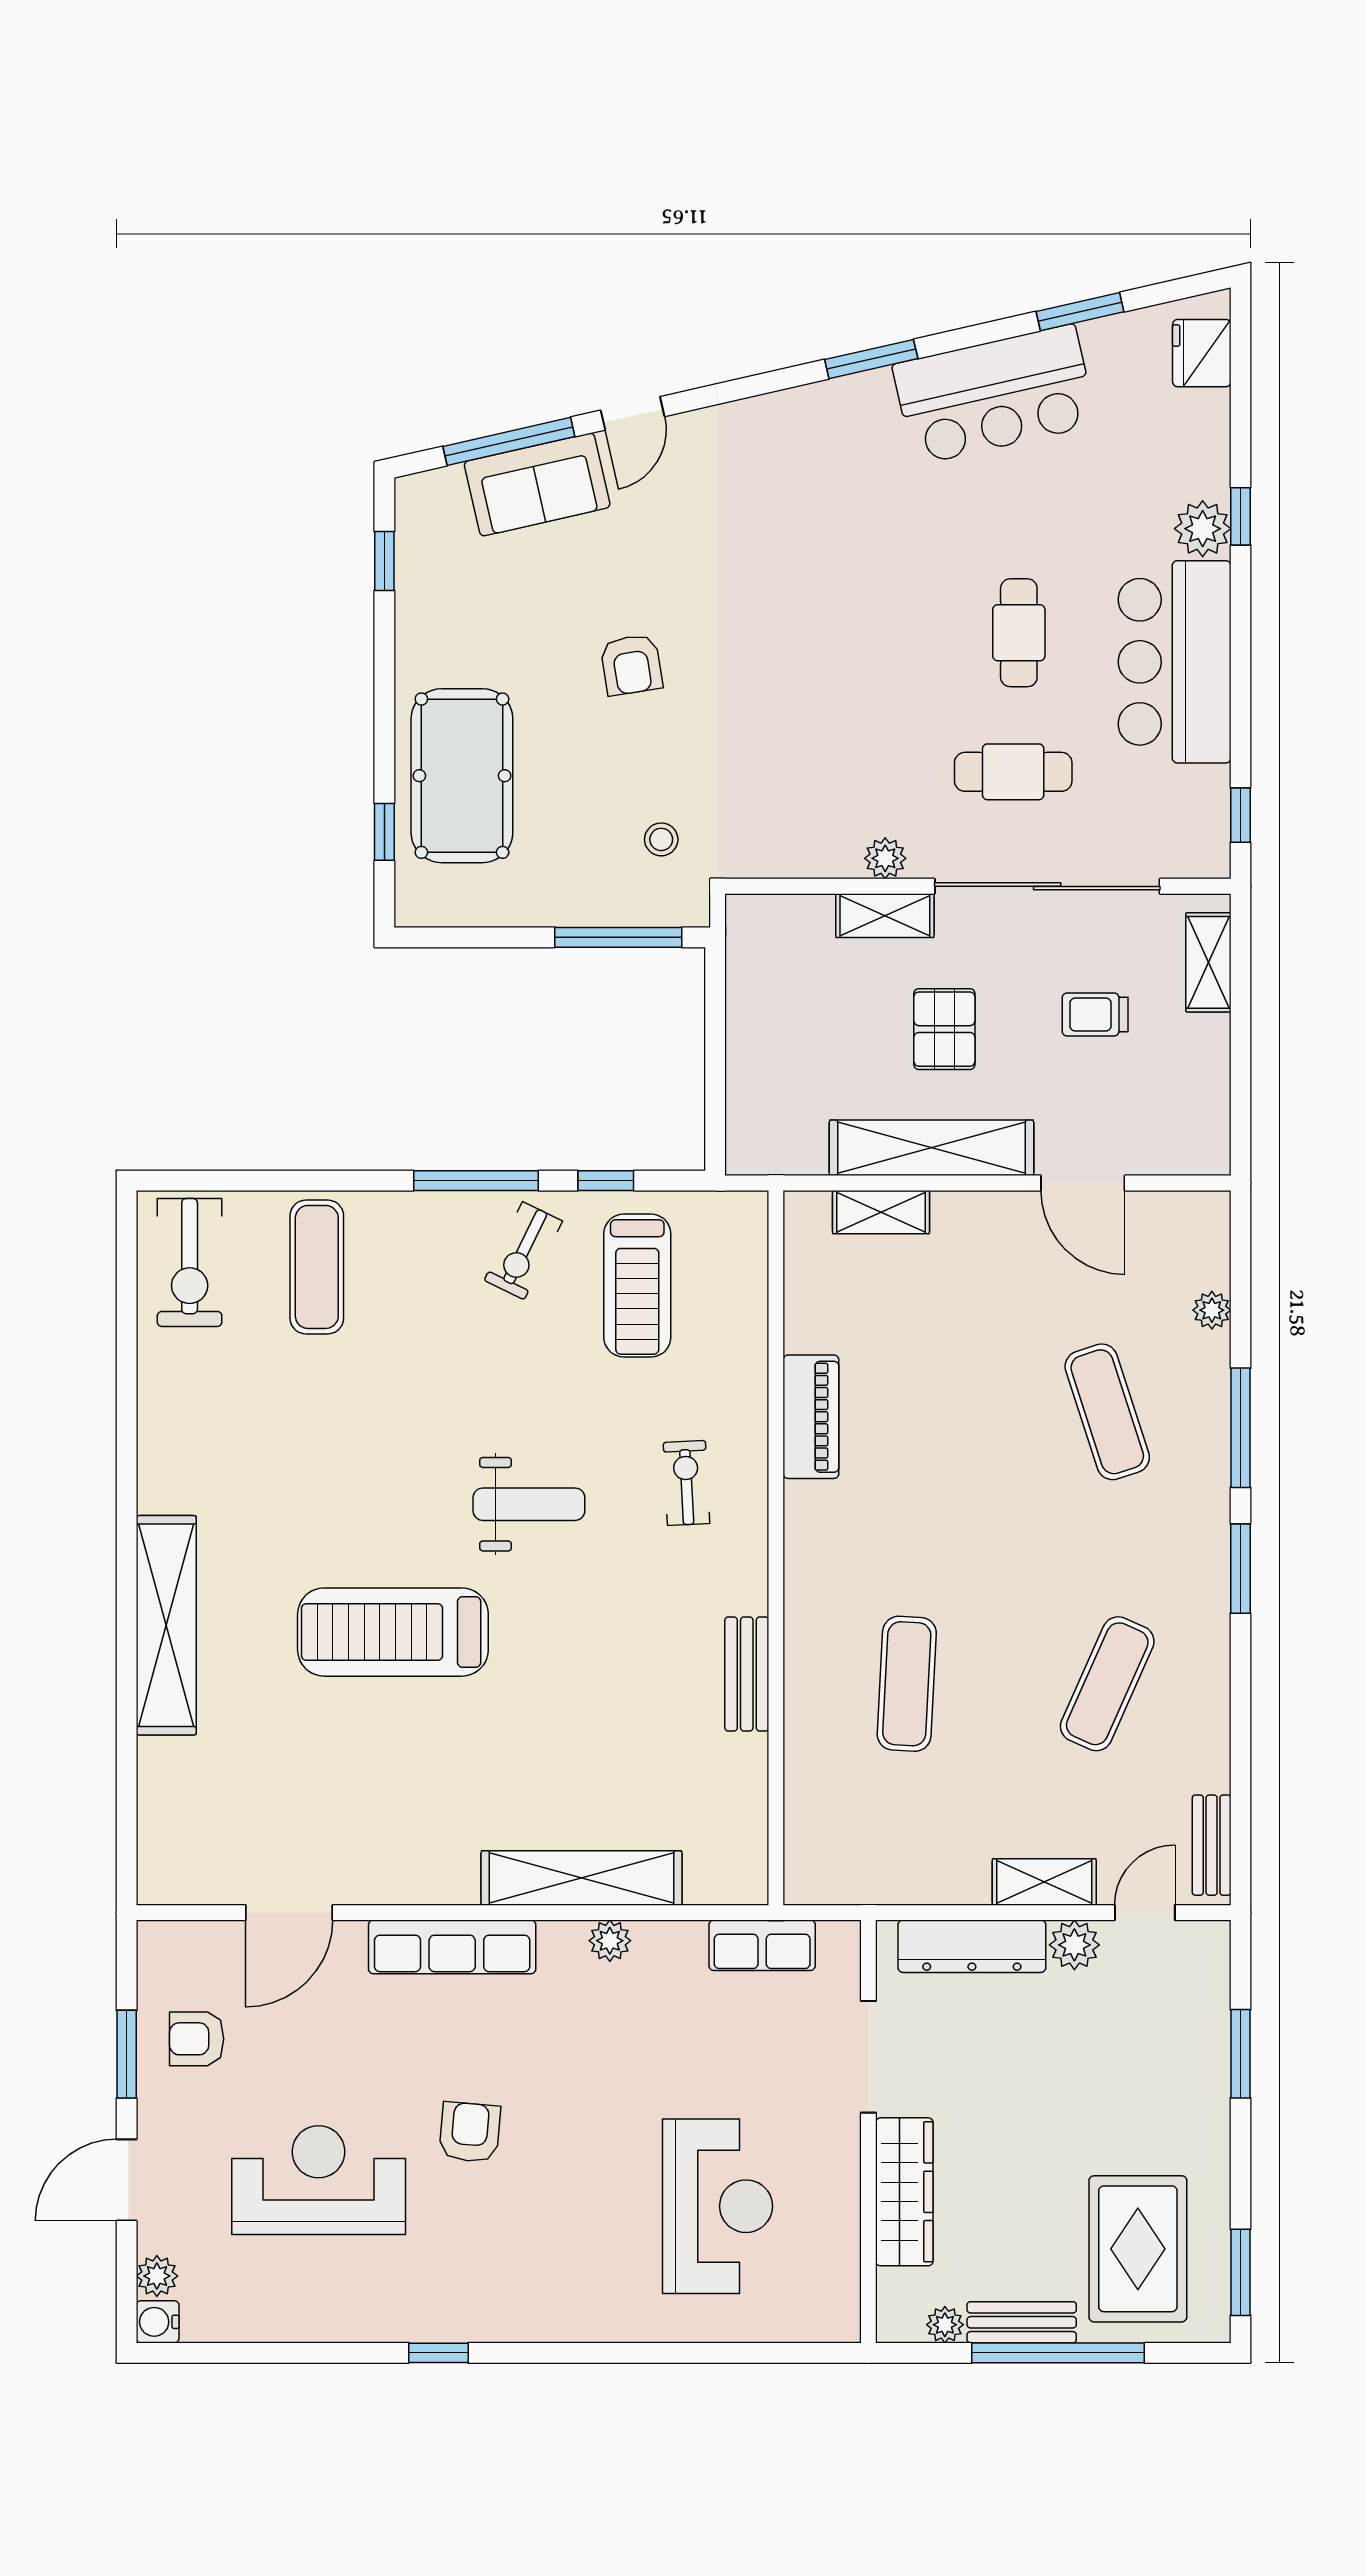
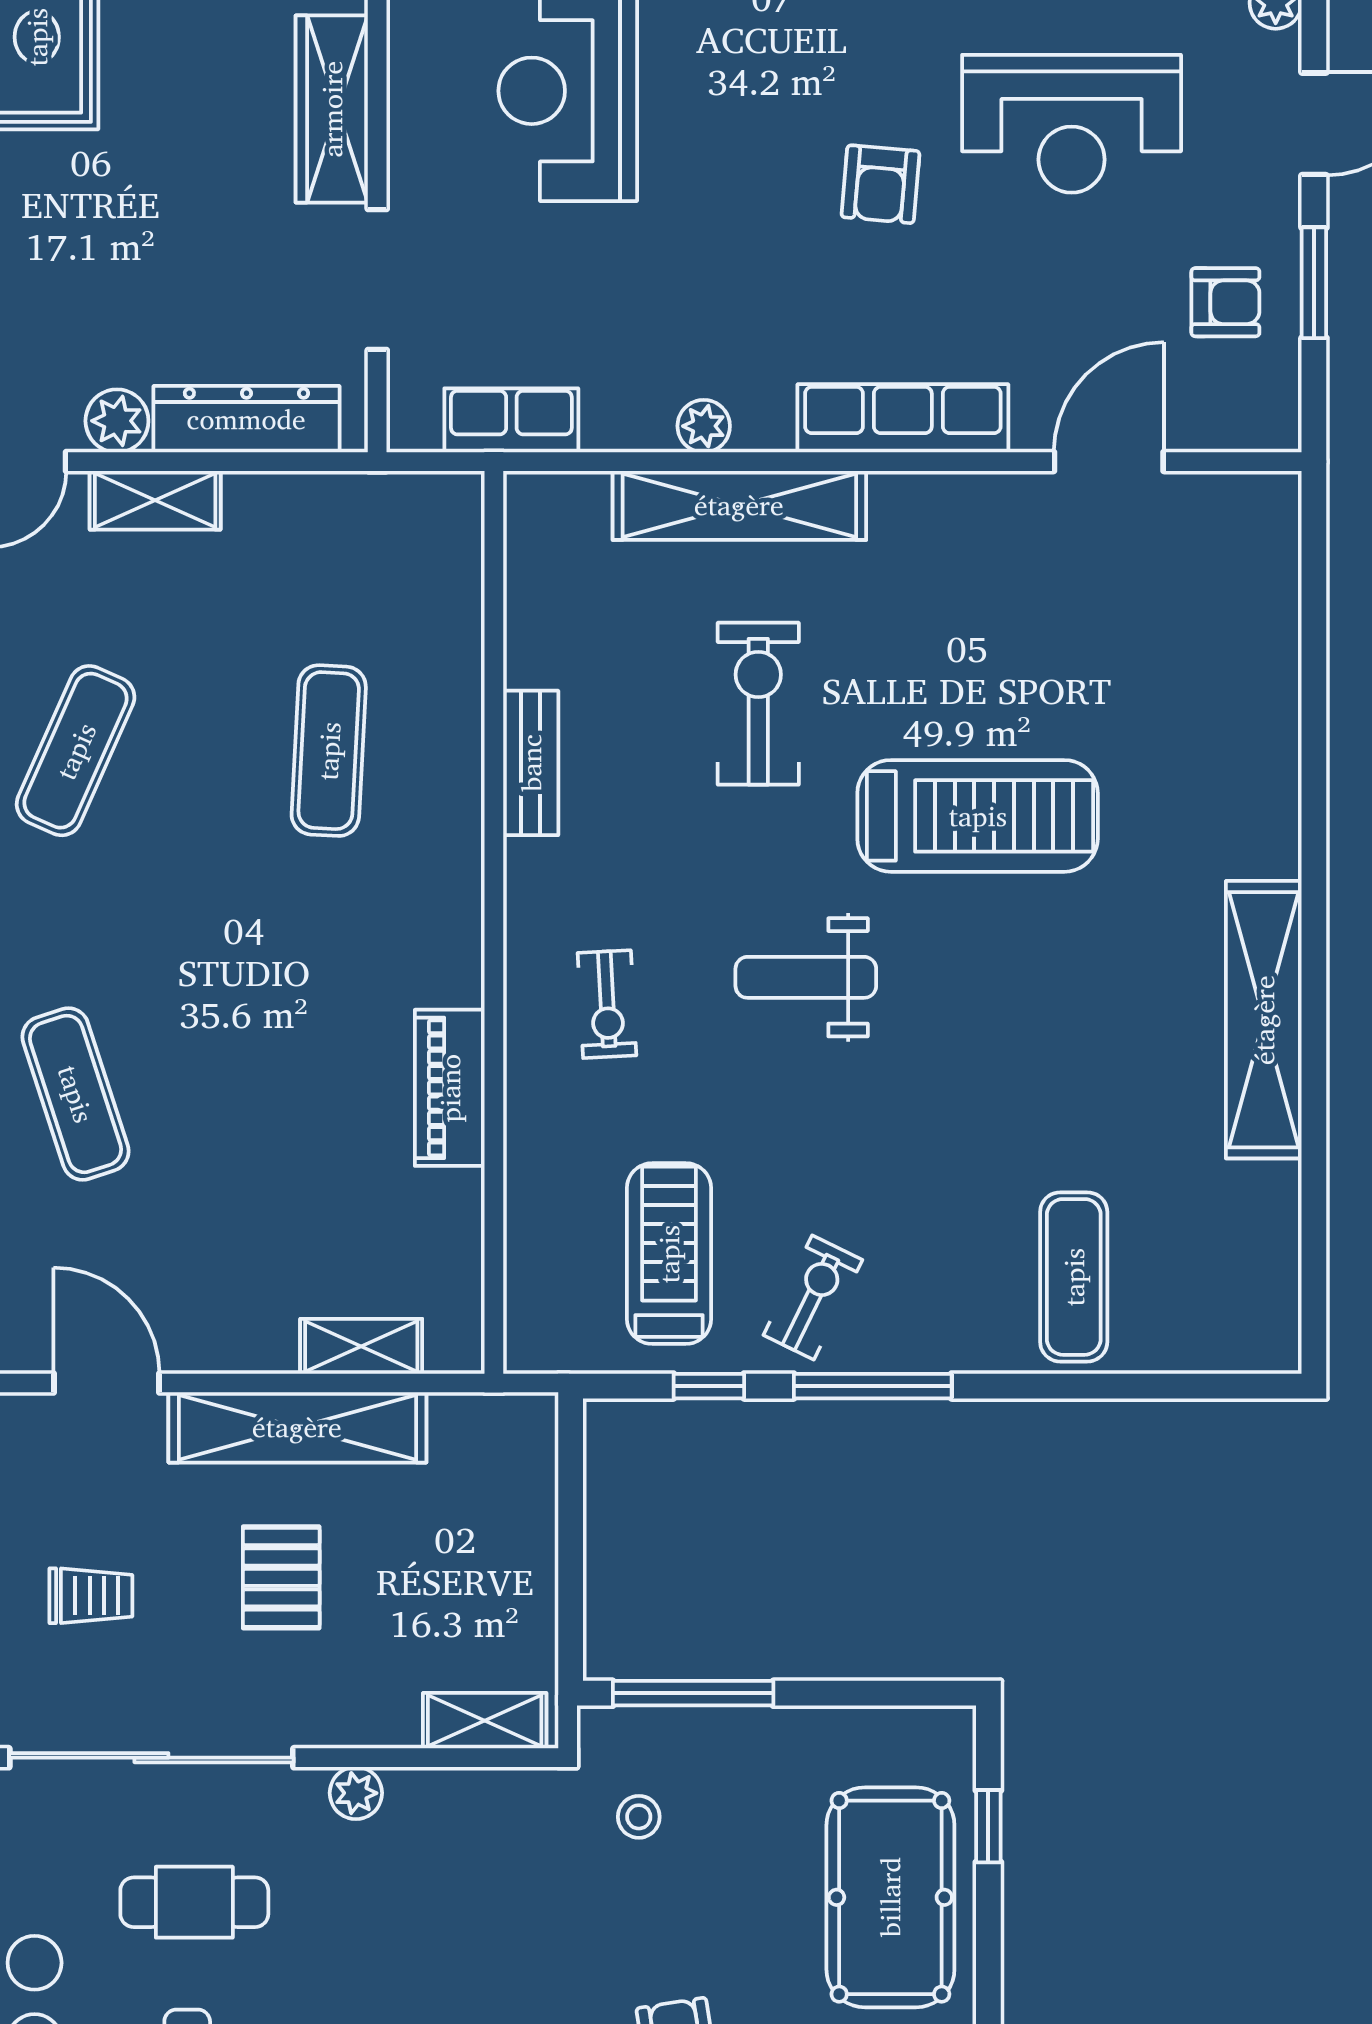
shelving: (885, 916) -> (485, 1721), moved
exercise bike: (190, 1262) -> (758, 704), moved
shelving: (166, 1625) -> (1264, 1020), moved

